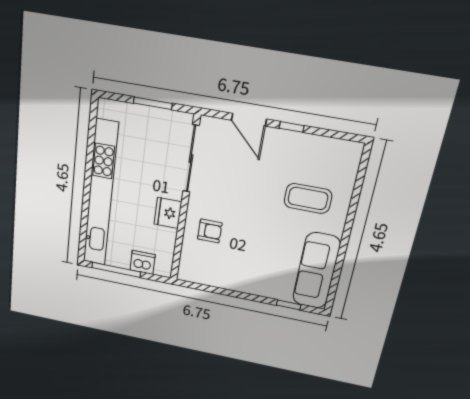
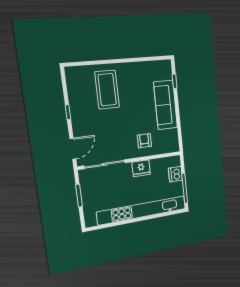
door: (249, 120) -> (73, 149), moved
coffee table: (308, 198) -> (107, 90), width x1.36, depth x1.32
sofa: (316, 271) -> (166, 105), moved, turned 90

